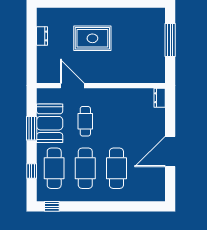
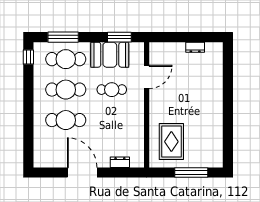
rug: (92, 38) -> (171, 142), moved
dresser: (160, 98) -> (120, 162), moved
window: (32, 128) -> (119, 37), moved
window: (32, 171) -> (63, 37), width x2.17

